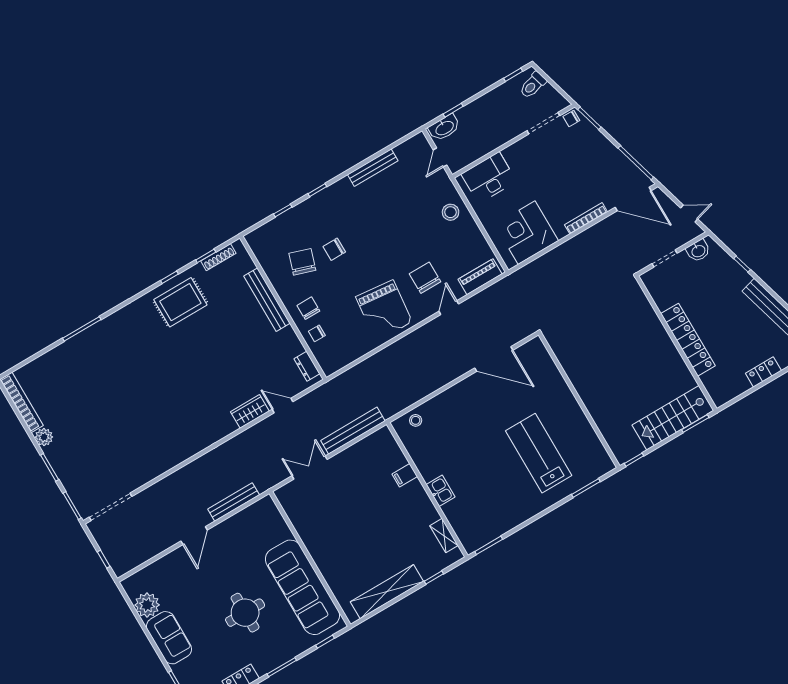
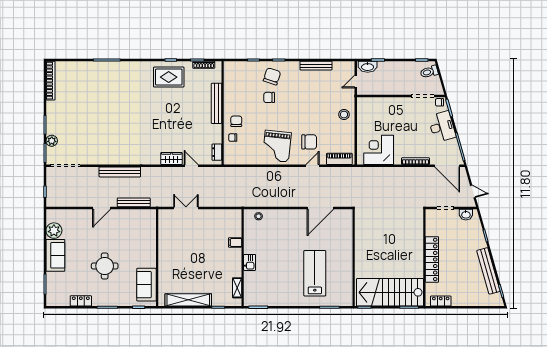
desk: (489, 178) -> (442, 127), moved, turned 74
chair: (302, 262) -> (272, 76), moved
chair: (425, 278) -> (309, 142), turned 90
door: (494, 359) -> (320, 208), hinge flipped
locker: (763, 372) -> (441, 301), moved
stairs: (673, 418) -> (390, 292), width x1.36, depth x1.51
bench: (353, 431) -> (120, 172), moved
plant: (44, 437) -> (52, 141), moved
sofa: (302, 587) -> (146, 285), width x0.54, depth x0.79

